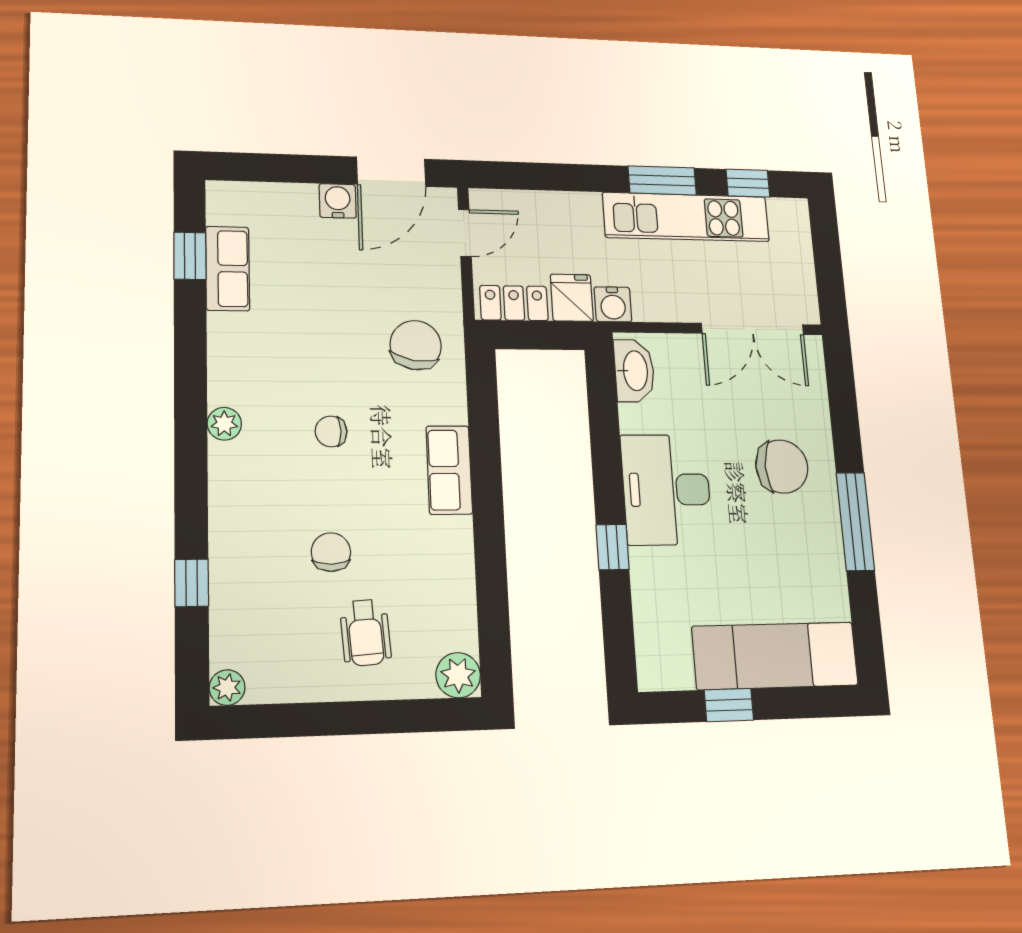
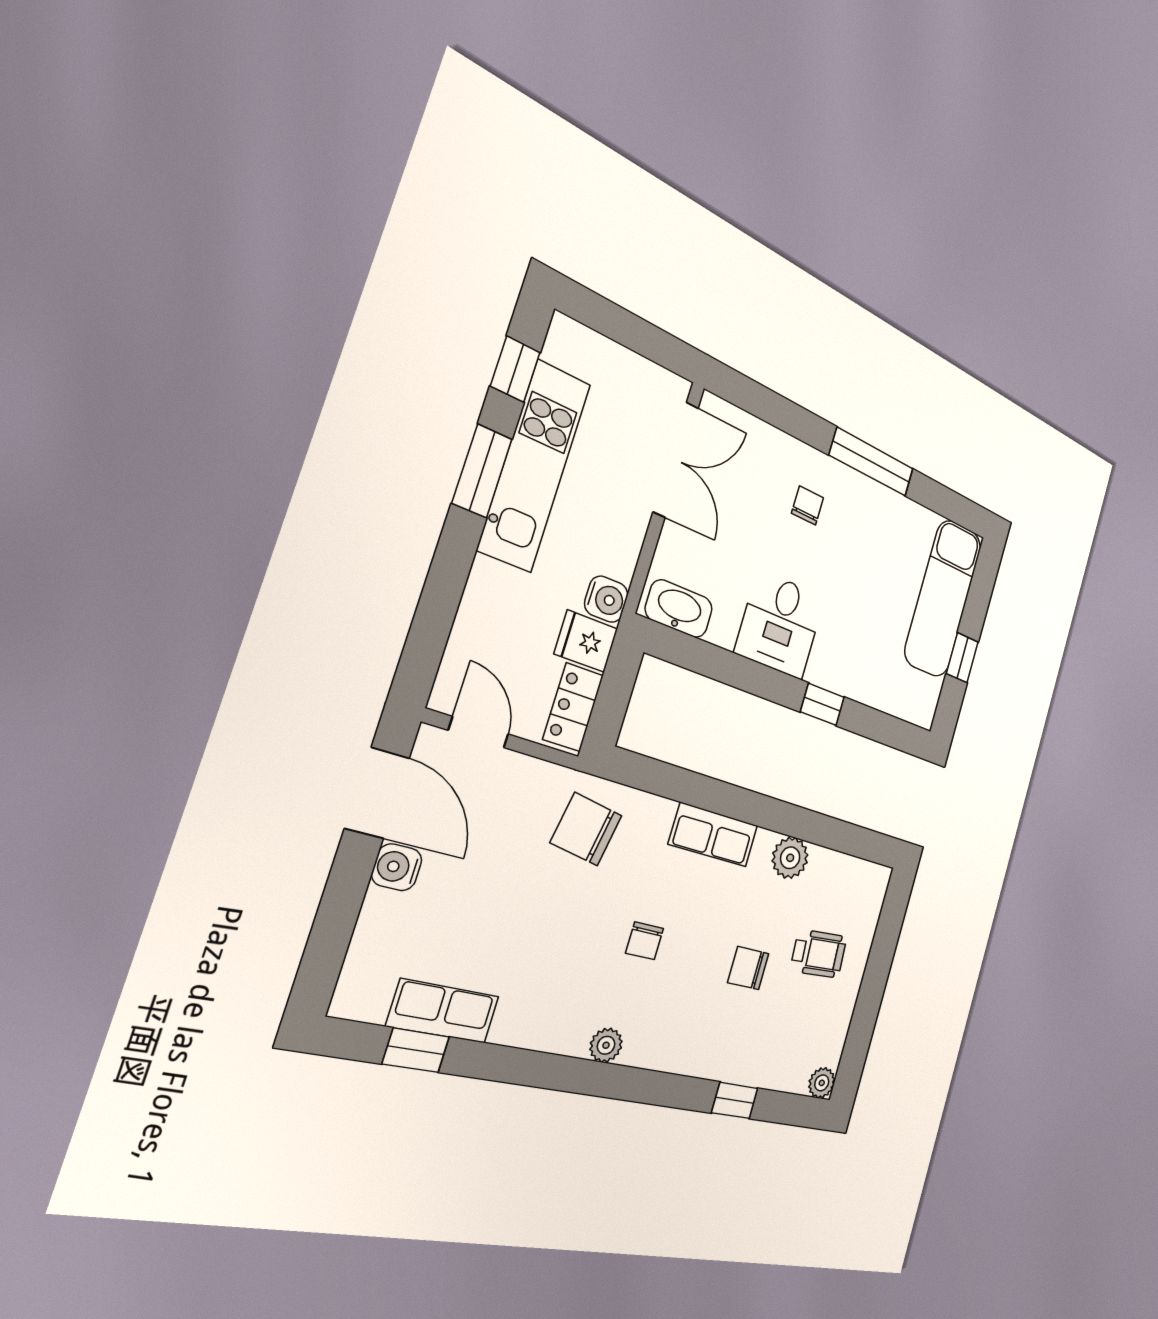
chair: (782, 467) -> (808, 506), width x0.54, depth x0.54
desk: (666, 490) -> (780, 625), width x0.73
plant: (458, 675) -> (790, 858), moved

